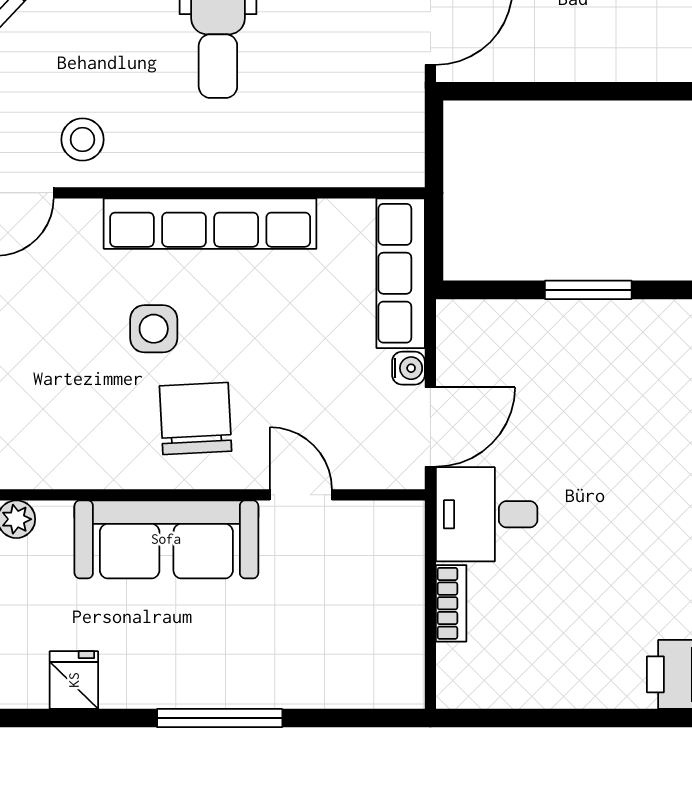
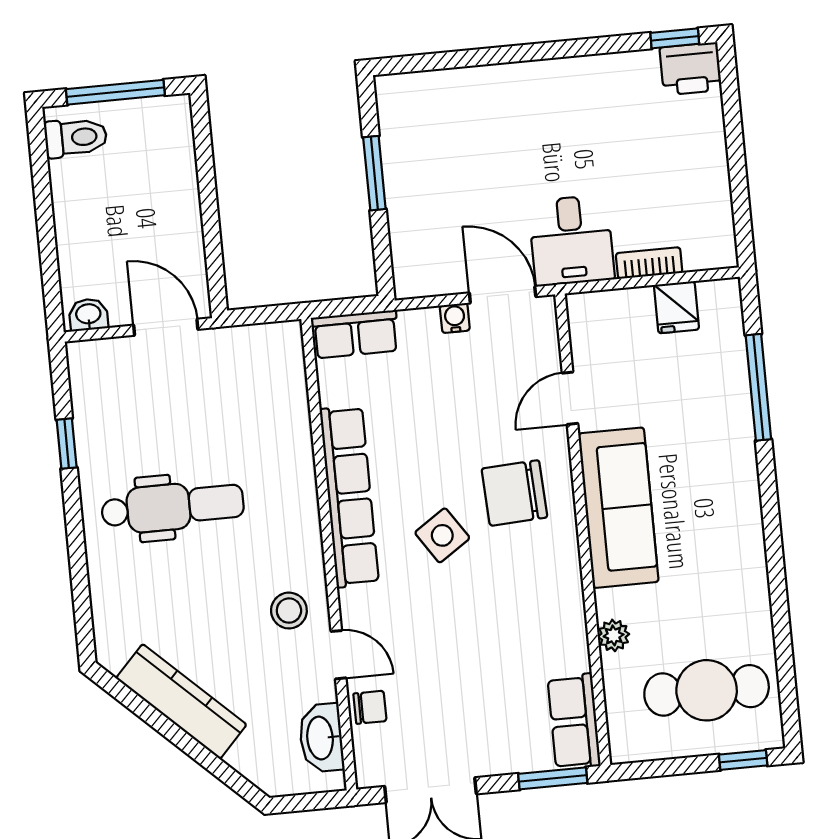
row of seats: (401, 273) -> (355, 334), width x0.68
side table: (154, 329) -> (442, 535), turned -34
fridge: (74, 680) -> (676, 307), moved, turned -90
window: (220, 718) -> (758, 387), moved

